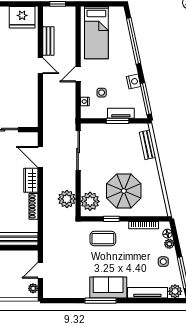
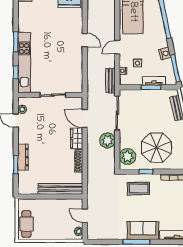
bench: (48, 41) -> (110, 80), moved
plant: (67, 199) -> (107, 140), moved
door: (40, 270) -> (85, 216), hinge flipped

